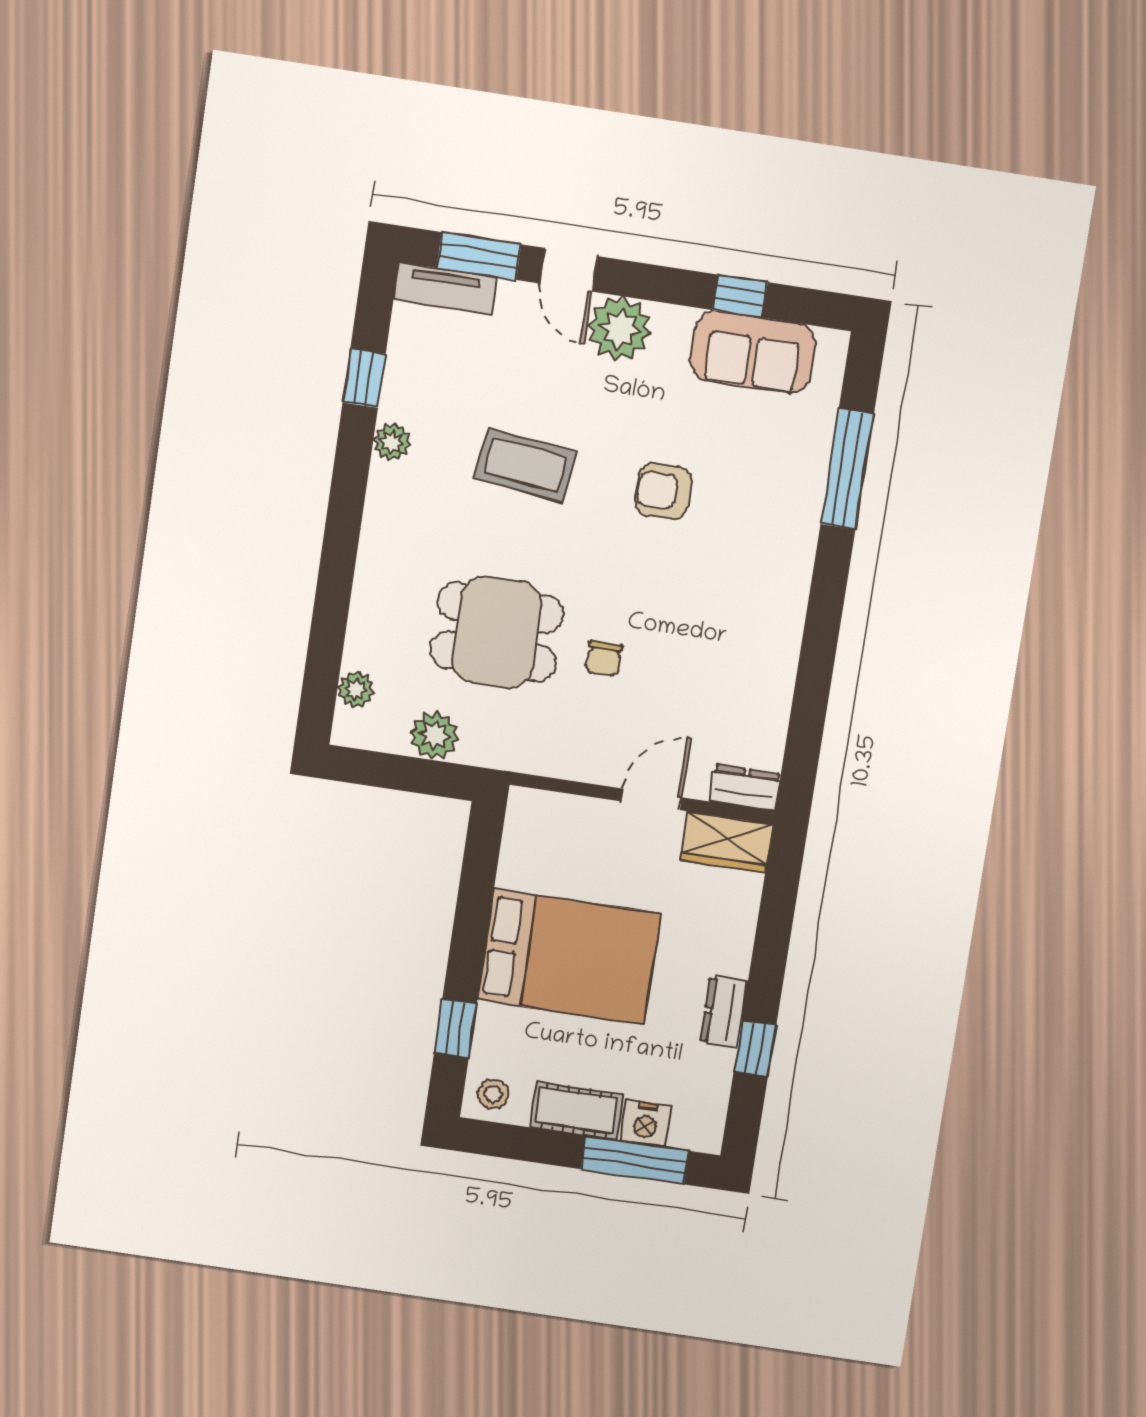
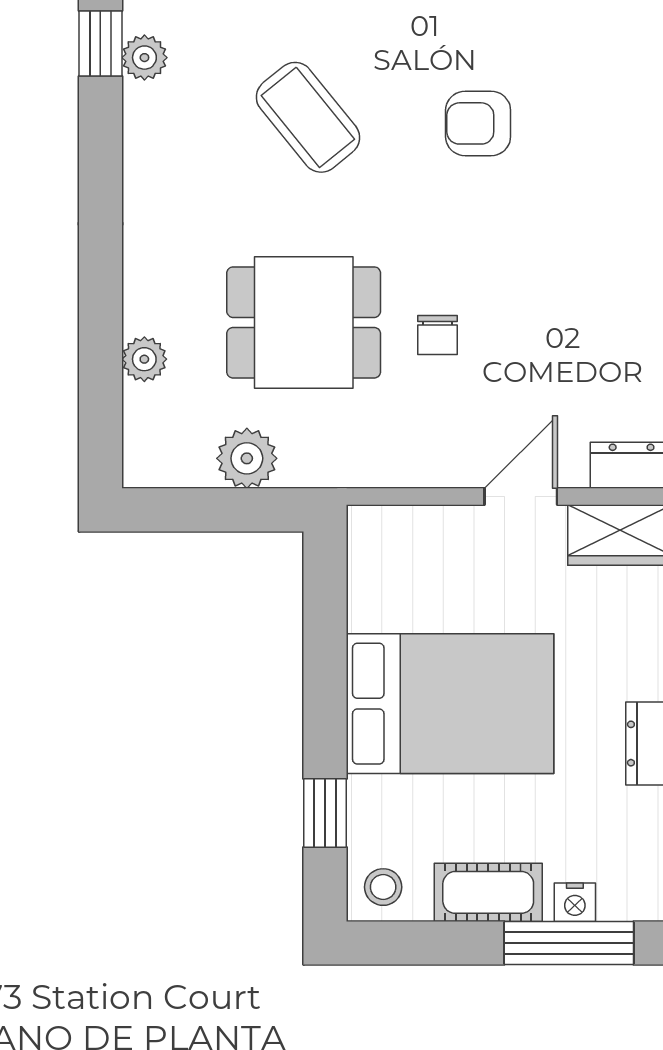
plant: (392, 442) -> (144, 58), moved
coffee table: (525, 465) -> (308, 117), turned 44
plant: (356, 690) -> (144, 359), moved
nightstand: (646, 1123) -> (575, 902), width x0.72, depth x0.74

